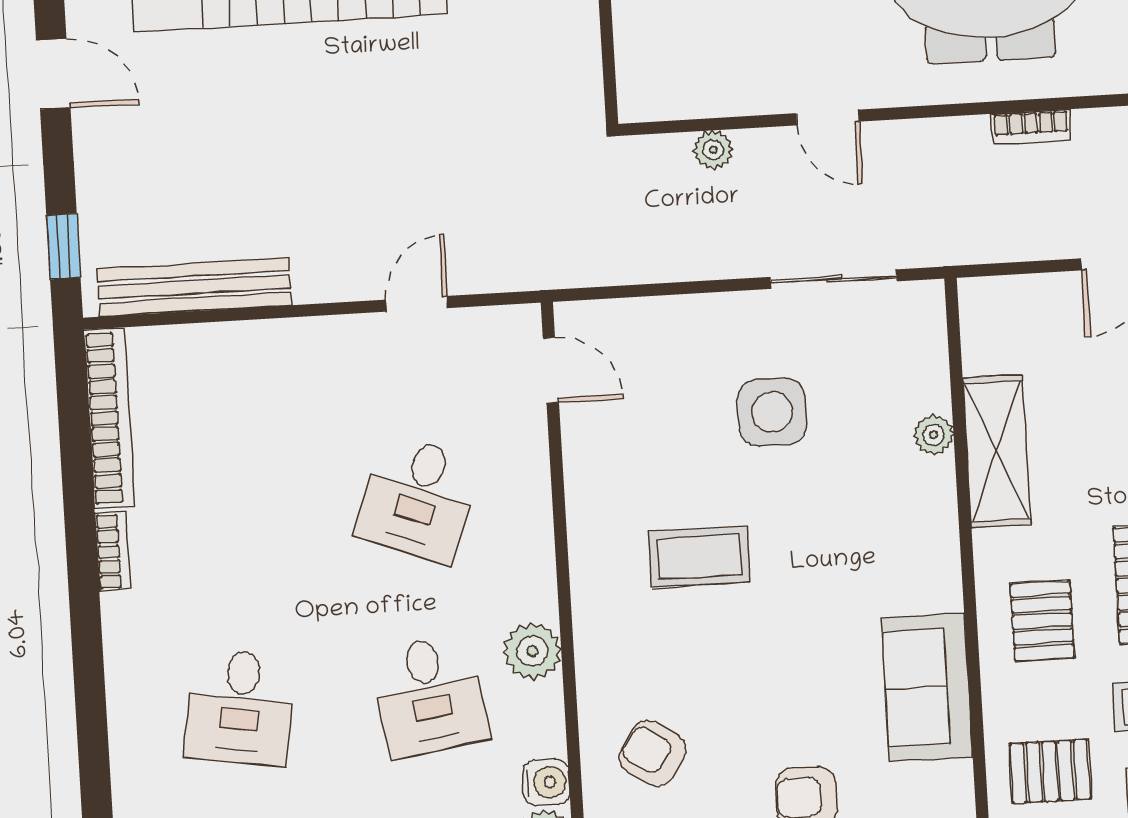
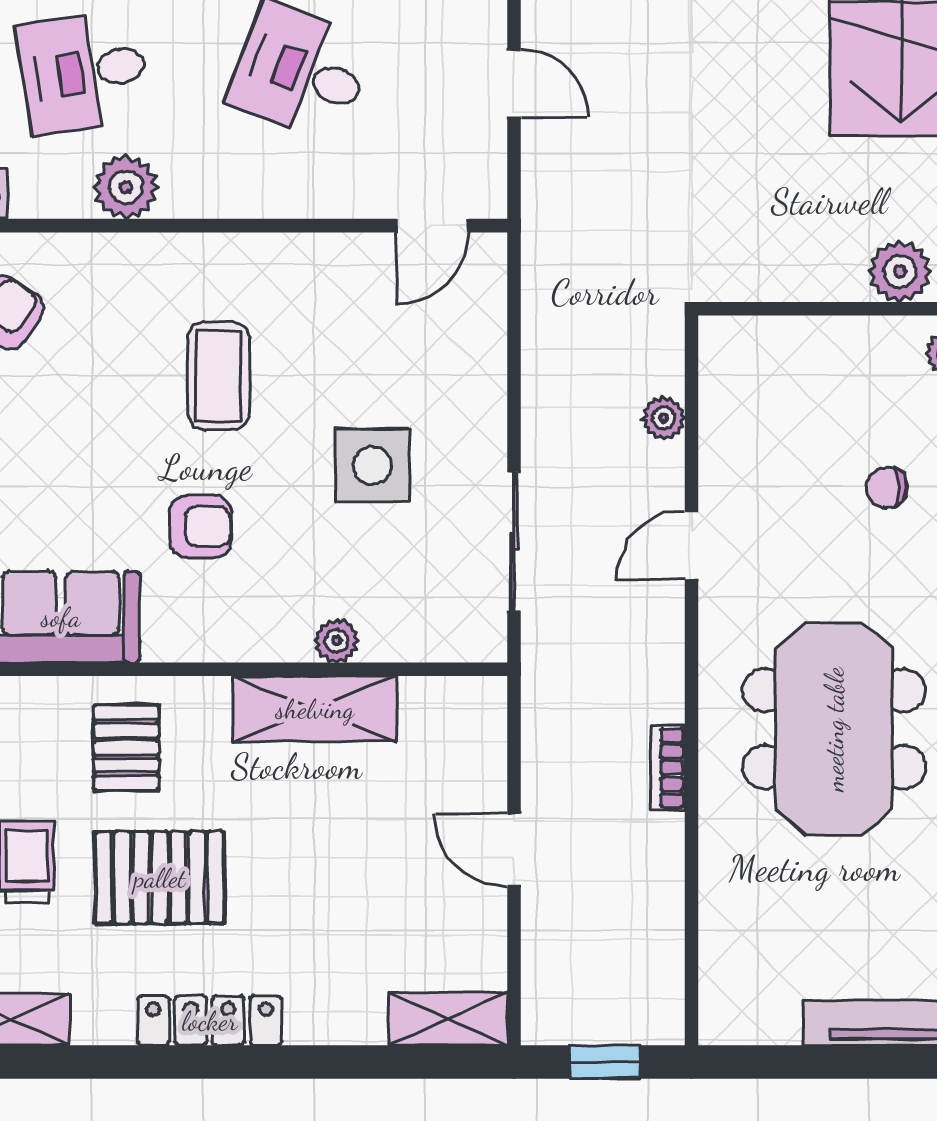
armchair: (837, 565) -> (200, 526), added
pallet: (1042, 621) -> (126, 748), turned 90

